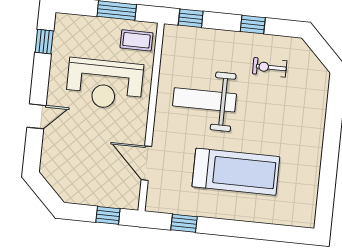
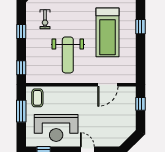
reception desk: (105, 84) -> (56, 128), moved, turned 90
treadmill: (236, 172) -> (107, 32), turned 180
window: (184, 223) -> (140, 27), moved

